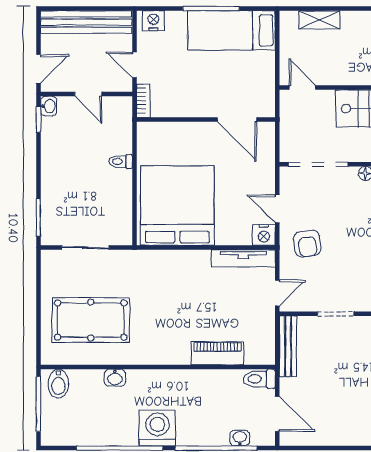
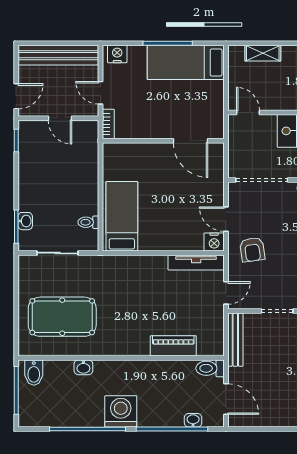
washbasin: (49, 106) -> (25, 221), moved
toilet: (121, 161) -> (88, 222), moved
bed: (177, 206) -> (122, 216), width x0.49

